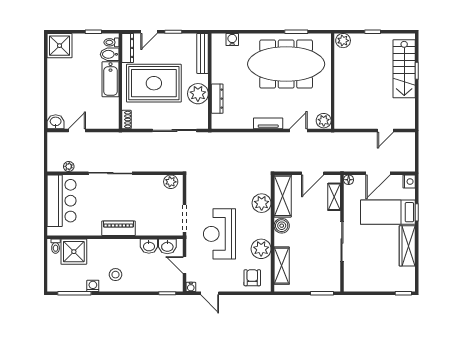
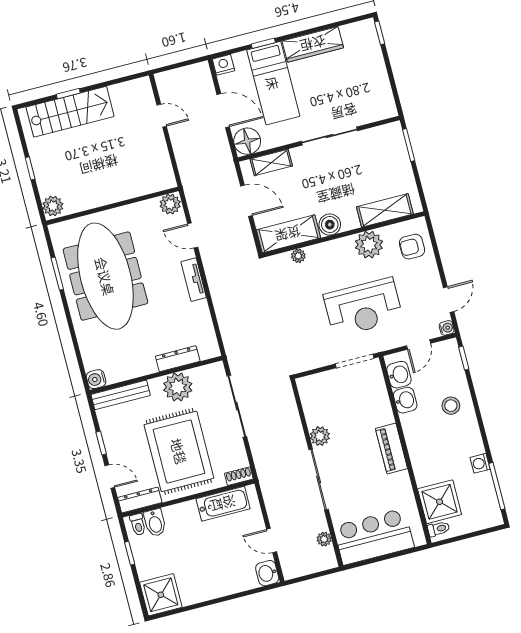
water cooler: (232, 39) -> (96, 379), moved
bathtub: (110, 79) -> (223, 504), moved
floor lamp: (349, 180) -> (247, 141), width x1.89, depth x1.89
plant: (171, 182) -> (320, 436), moved
plant: (262, 203) -> (298, 256), width x0.53, depth x0.53
stool: (115, 275) -> (451, 406), moved

